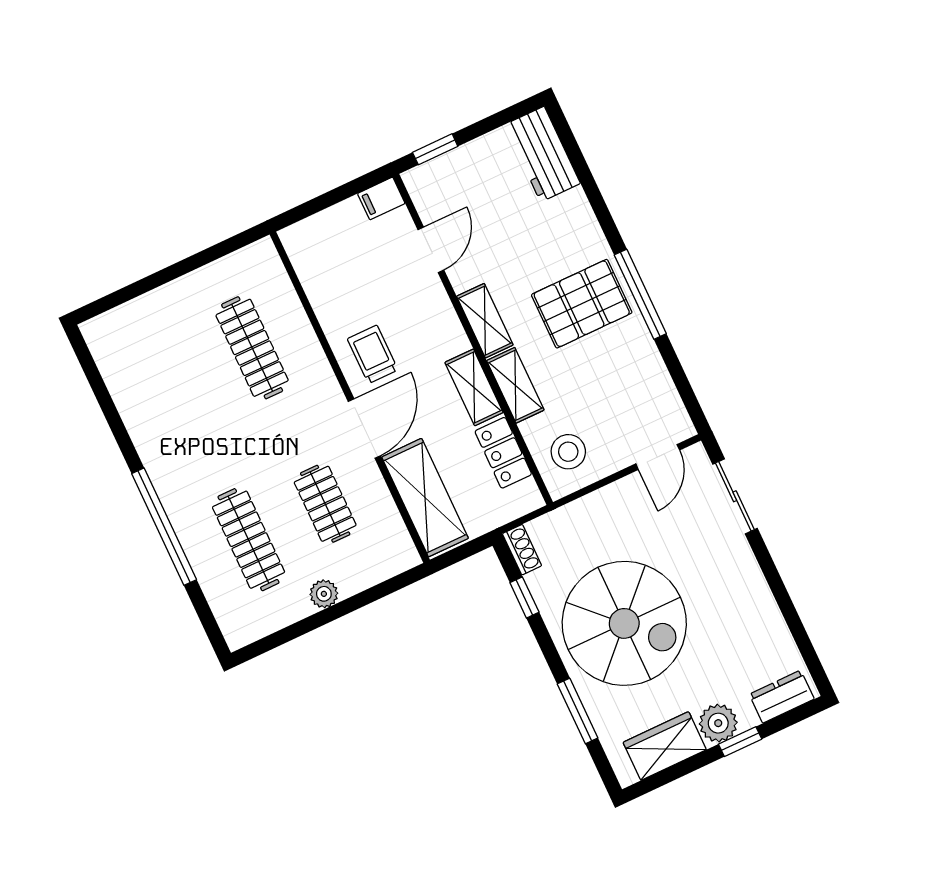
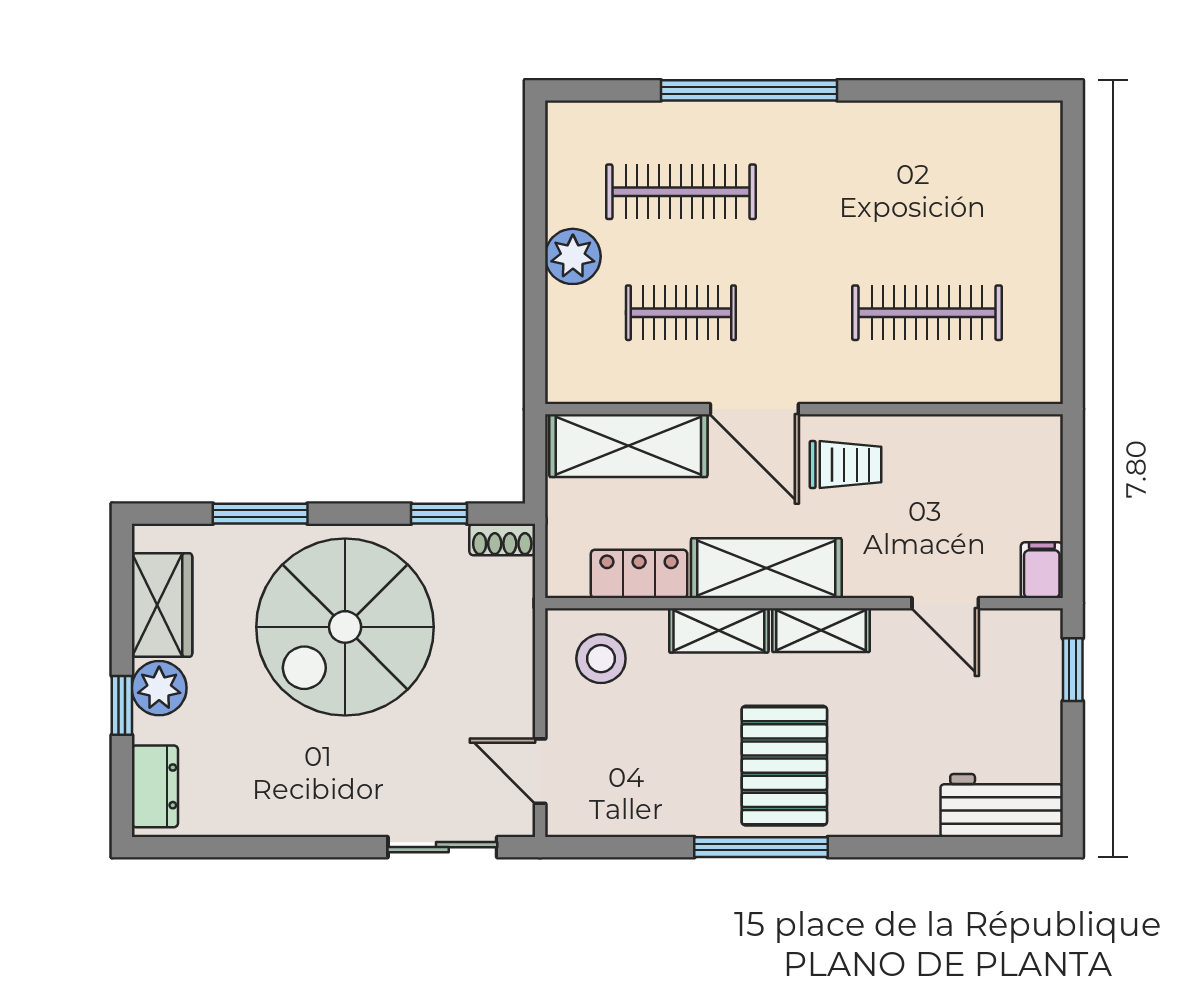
shelving: (474, 387) -> (766, 568), width x1.50, depth x1.33
plant: (324, 594) -> (573, 256), width x1.38, depth x1.38

